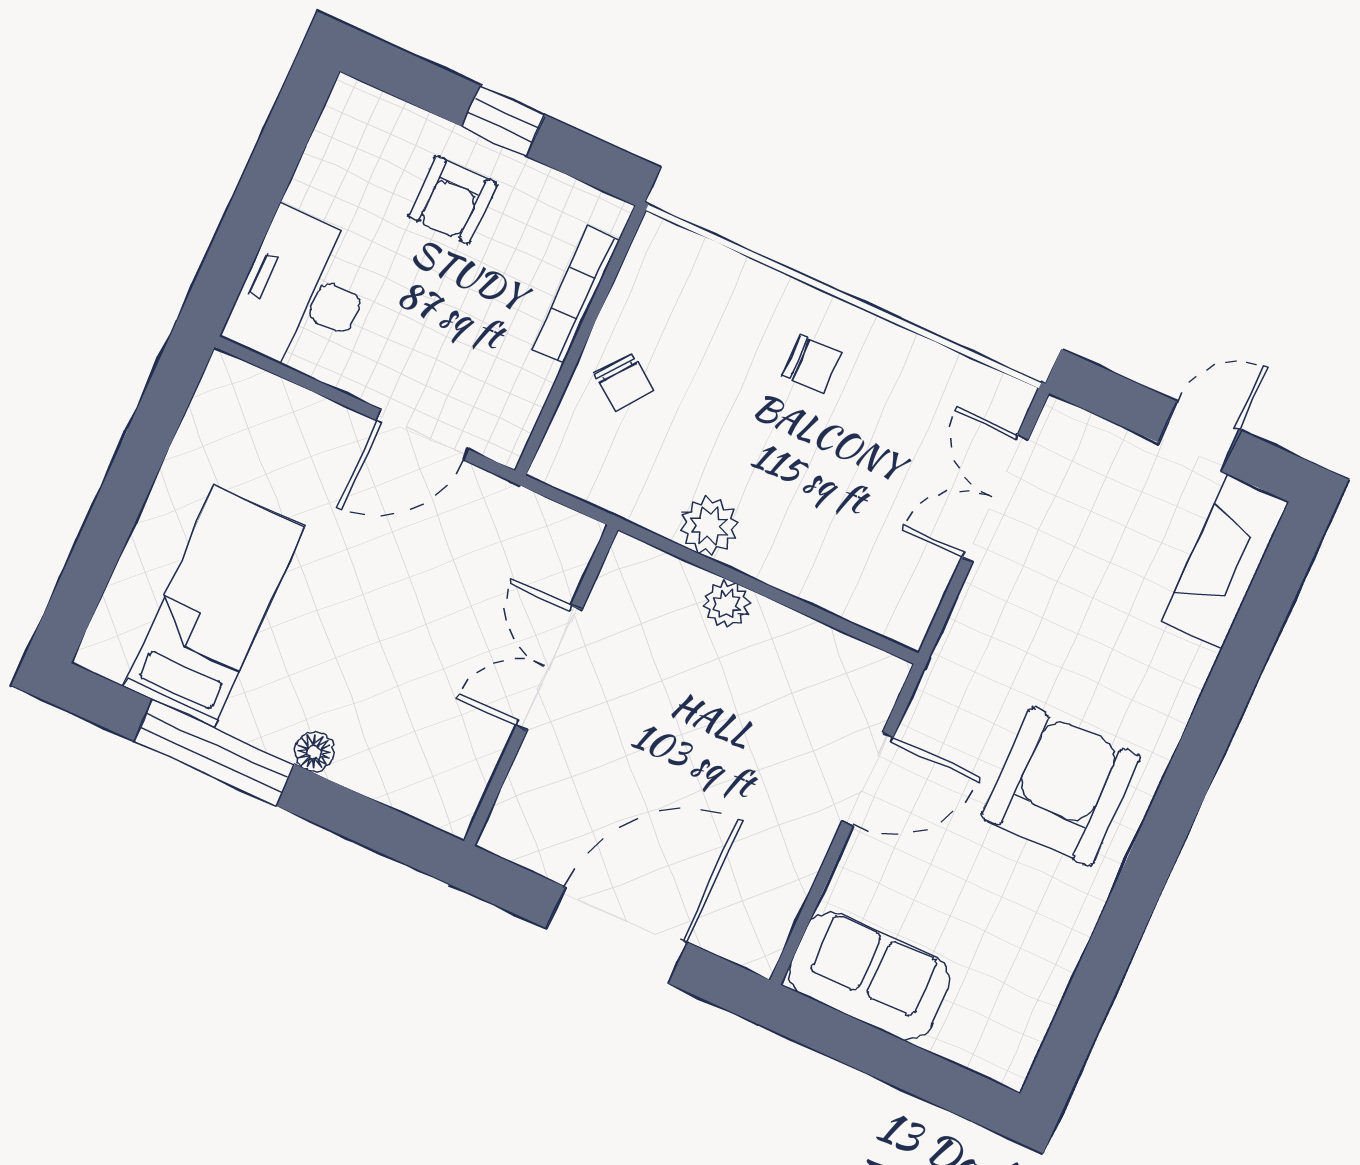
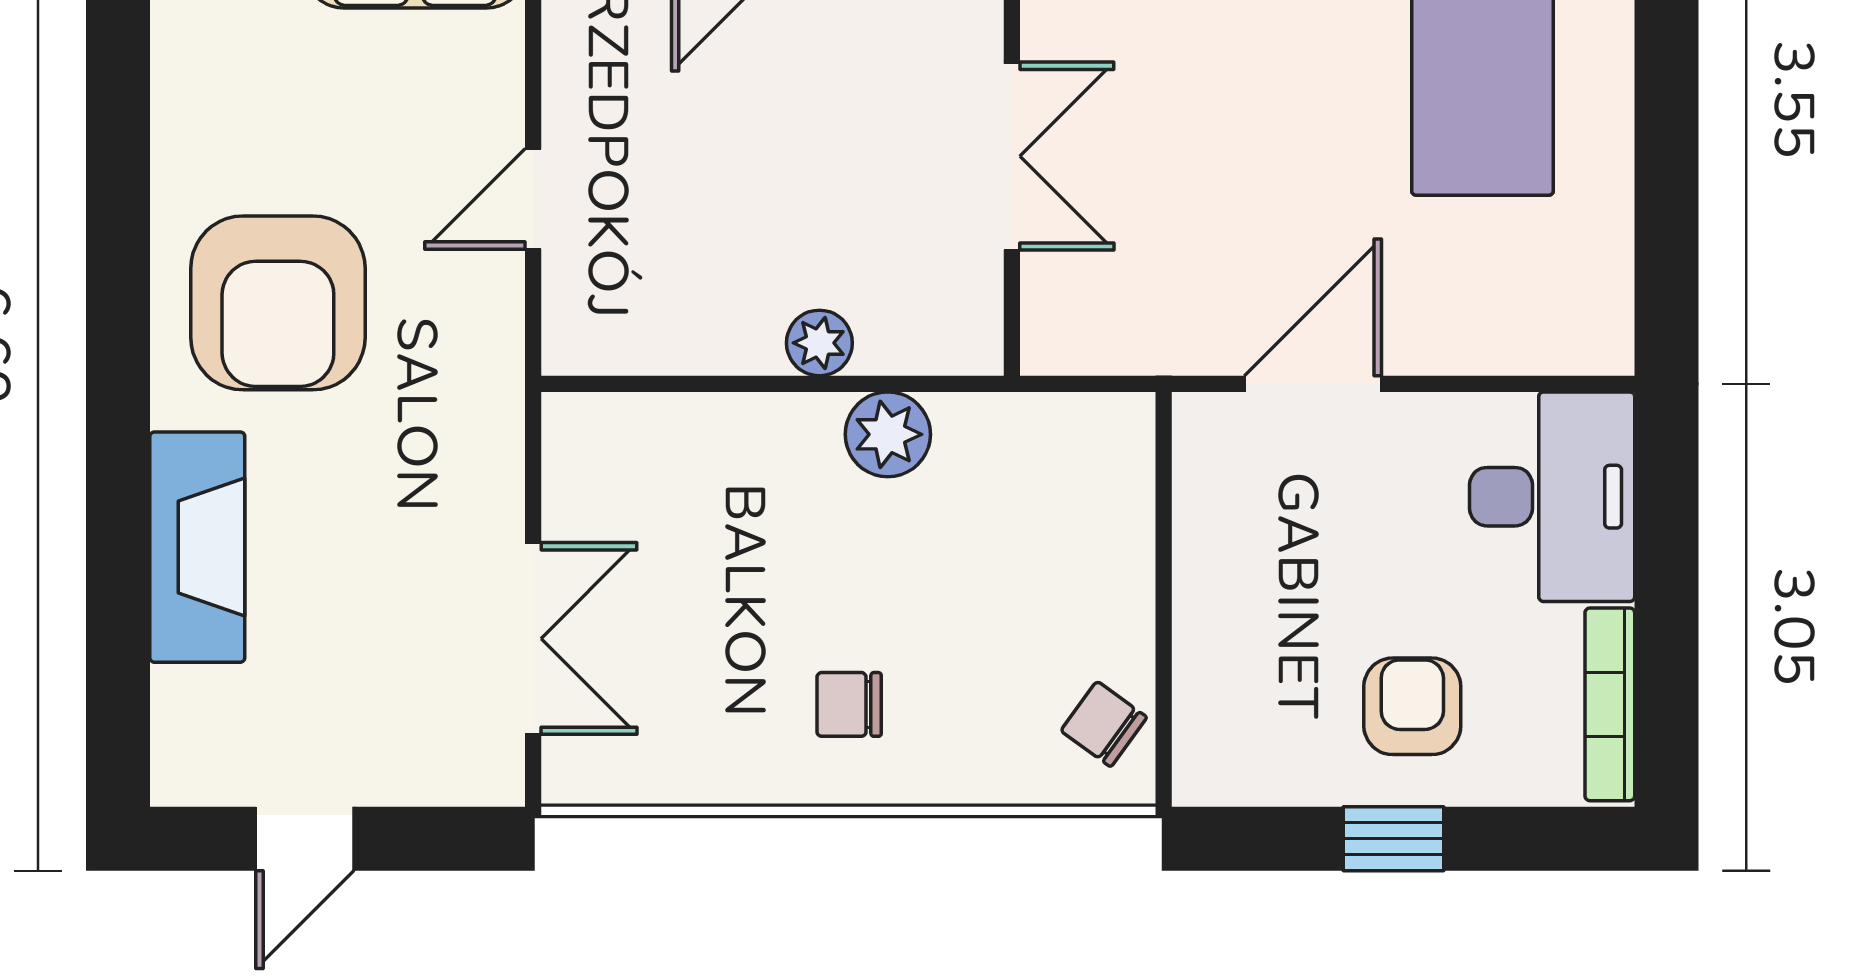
bookcase: (576, 295) -> (1610, 704), moved, turned 180
chair: (624, 382) -> (1104, 724), moved
fireplace: (1225, 562) -> (197, 547), moved
door: (868, 779) -> (533, 199), width x0.73

